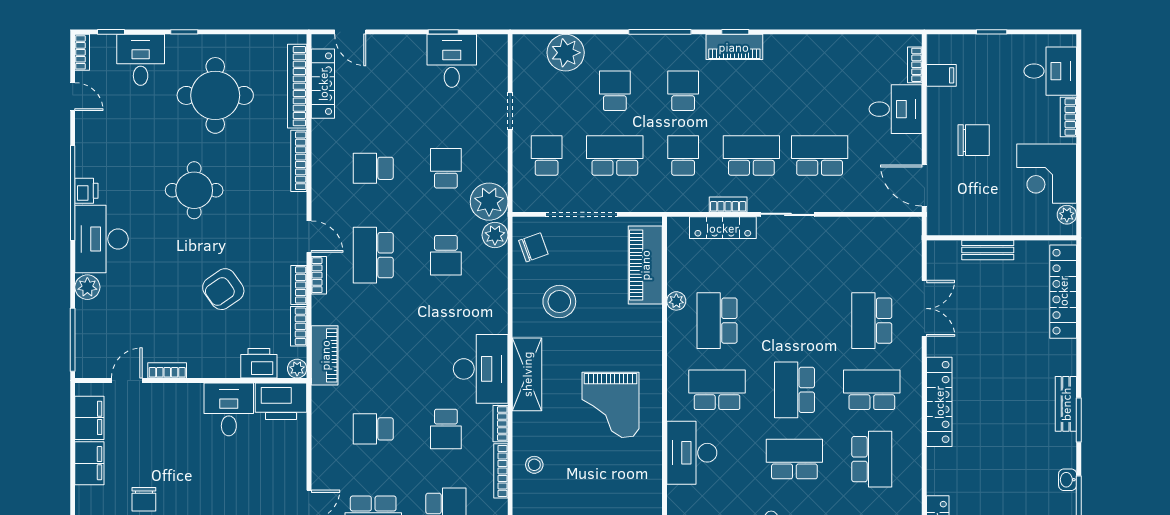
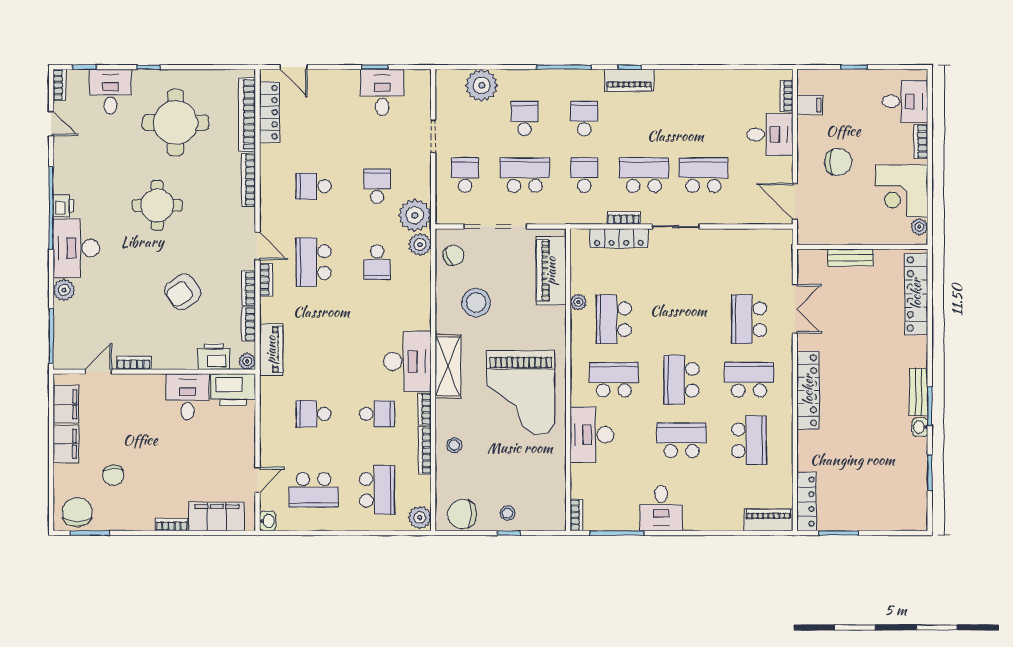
grand piano: (610, 405) -> (521, 393), width x1.37, depth x1.48
school desk: (446, 429) -> (377, 414), turned -90
washbasin: (1068, 480) -> (920, 427), moved

